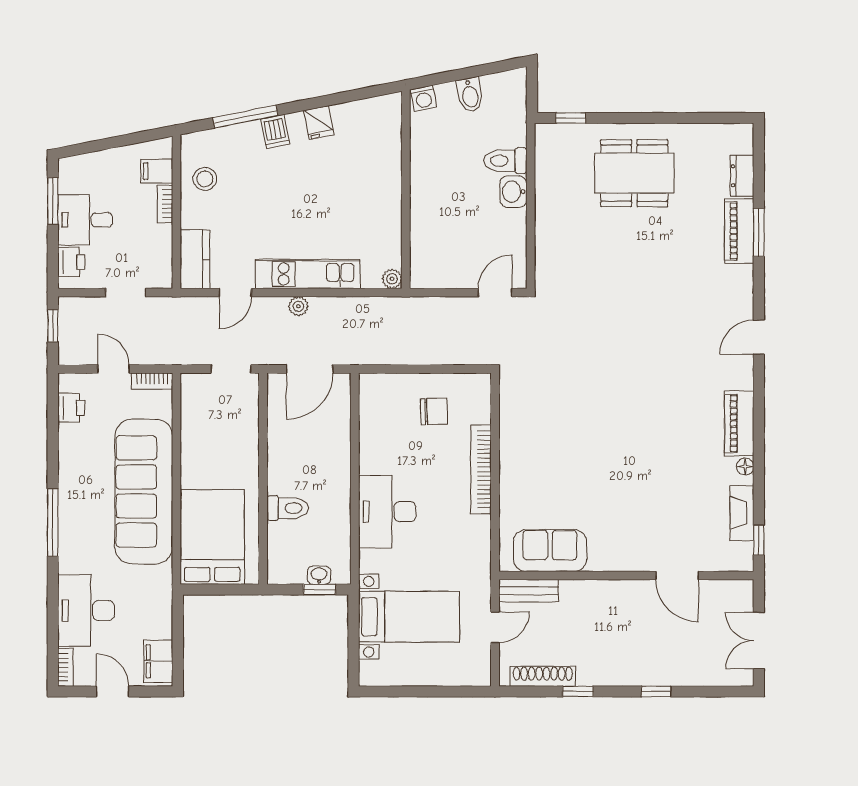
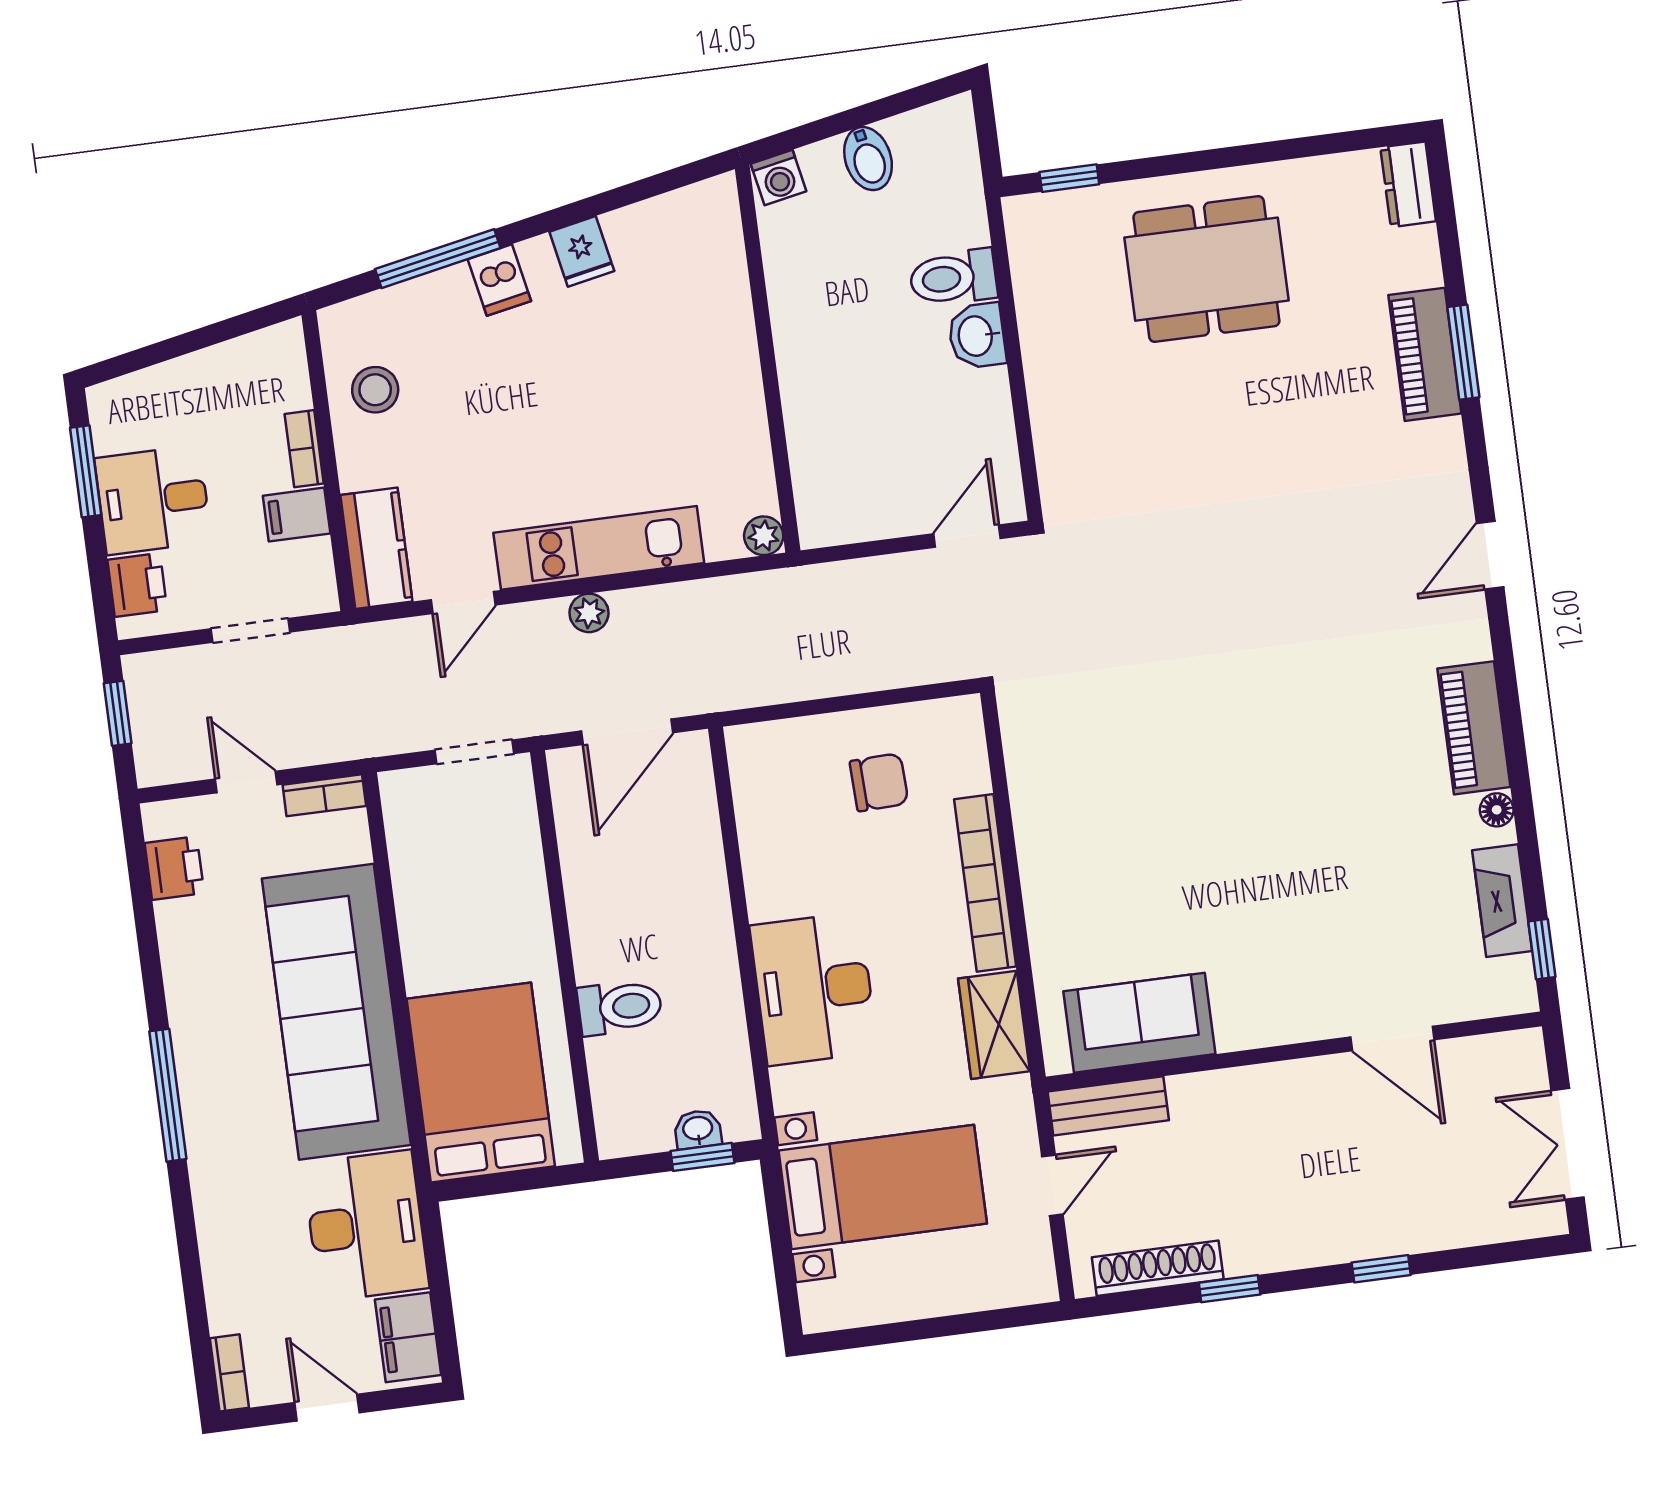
filing cabinet: (157, 171) -> (297, 515), moved
dresser: (742, 176) -> (1408, 184), moved
wardrobe: (476, 542) -> (994, 1025), added
desk: (86, 610) -> (366, 1226), moved, turned 180

